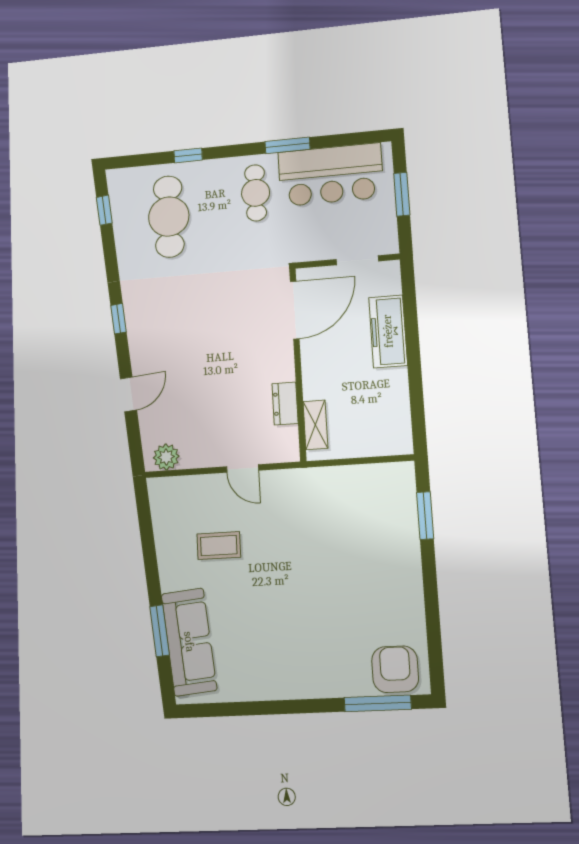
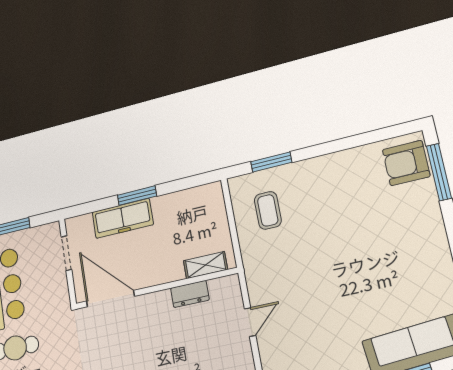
window: (413, 351) -> (137, 196), added
coffee table: (219, 546) -> (268, 210), moved

